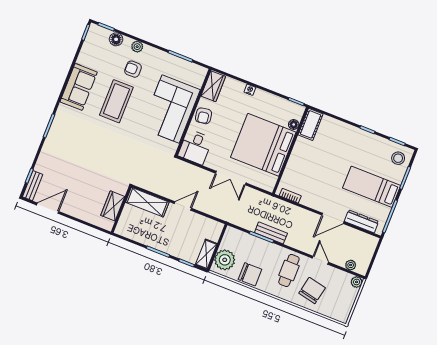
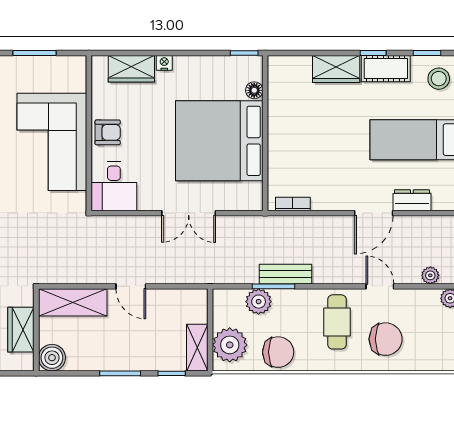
wardrobe: (213, 86) -> (131, 69), moved, turned 90
armchair: (204, 116) -> (108, 132), turned -81
cot: (311, 124) -> (386, 69), moved, turned 90
wardrobe: (344, 131) -> (336, 69), added
door: (183, 206) -> (131, 286), swing flipped
dresser: (361, 221) -> (412, 200), width x0.70
boiler: (124, 228) -> (52, 358), added
plant: (250, 242) -> (259, 302), added
chair: (312, 291) -> (386, 339), turned 78

